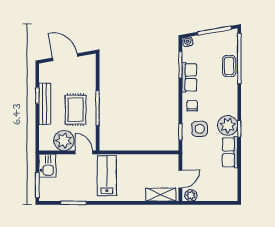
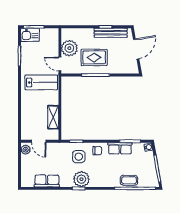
bench: (45, 104) -> (111, 33), moved
door: (84, 152) -> (60, 64), swing flipped
row of seats: (230, 152) -> (47, 181), moved
kitchen sink: (47, 166) -> (30, 35), moved
shelving: (161, 195) -> (53, 117), moved

